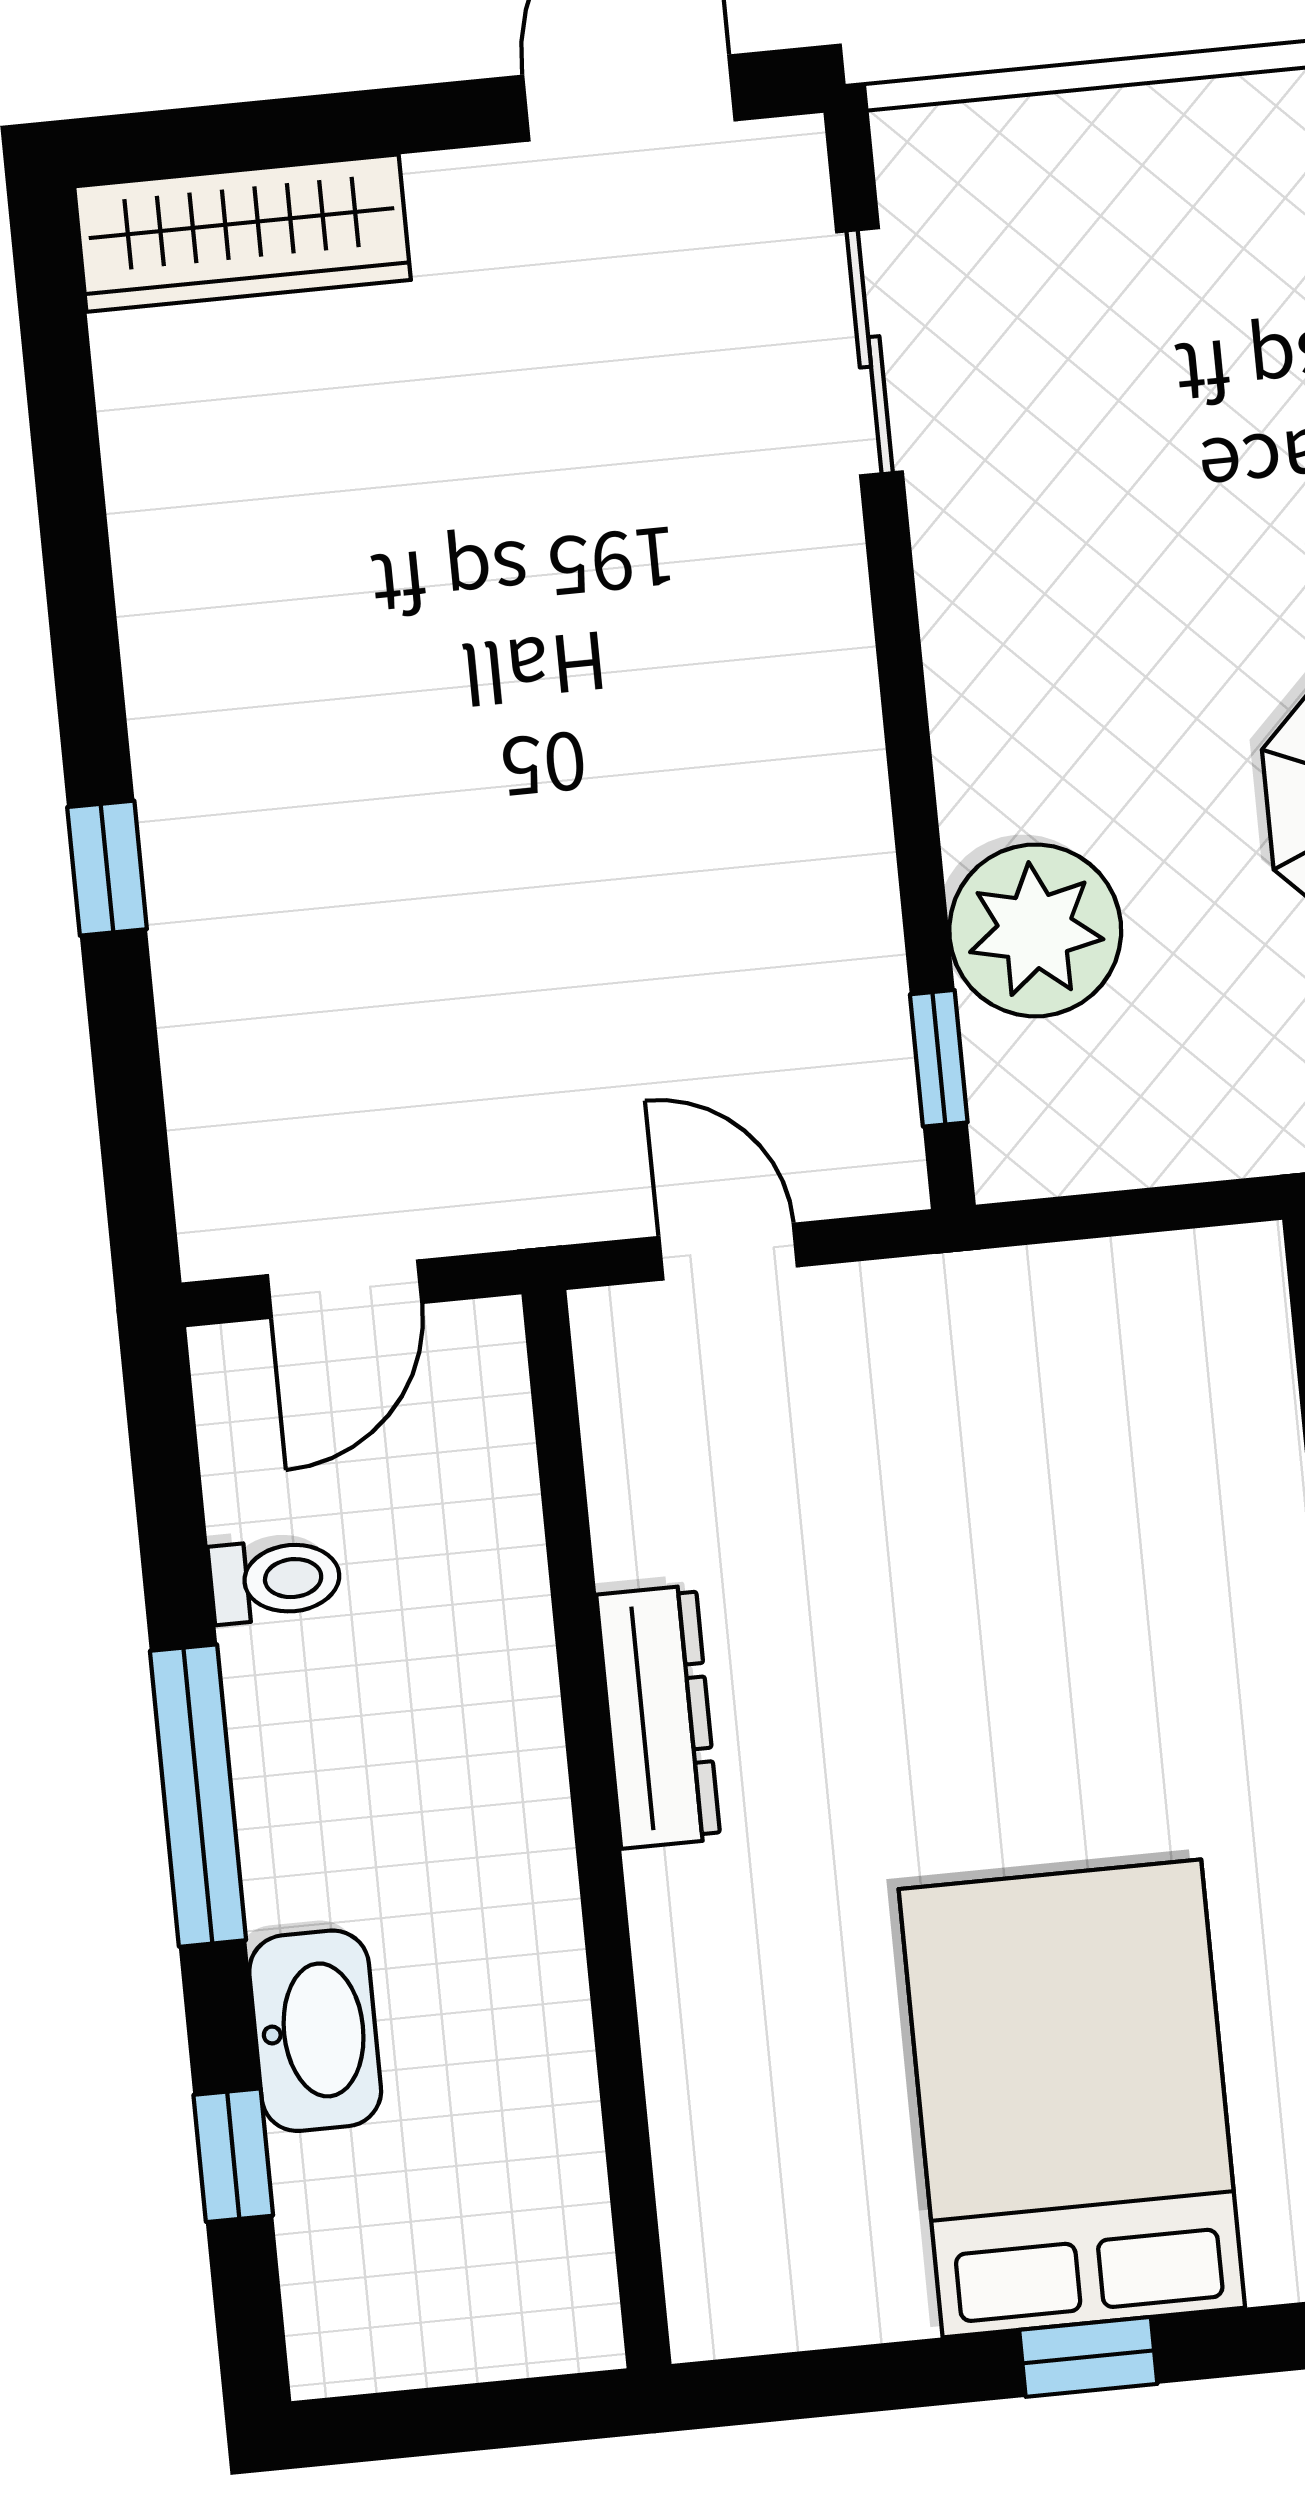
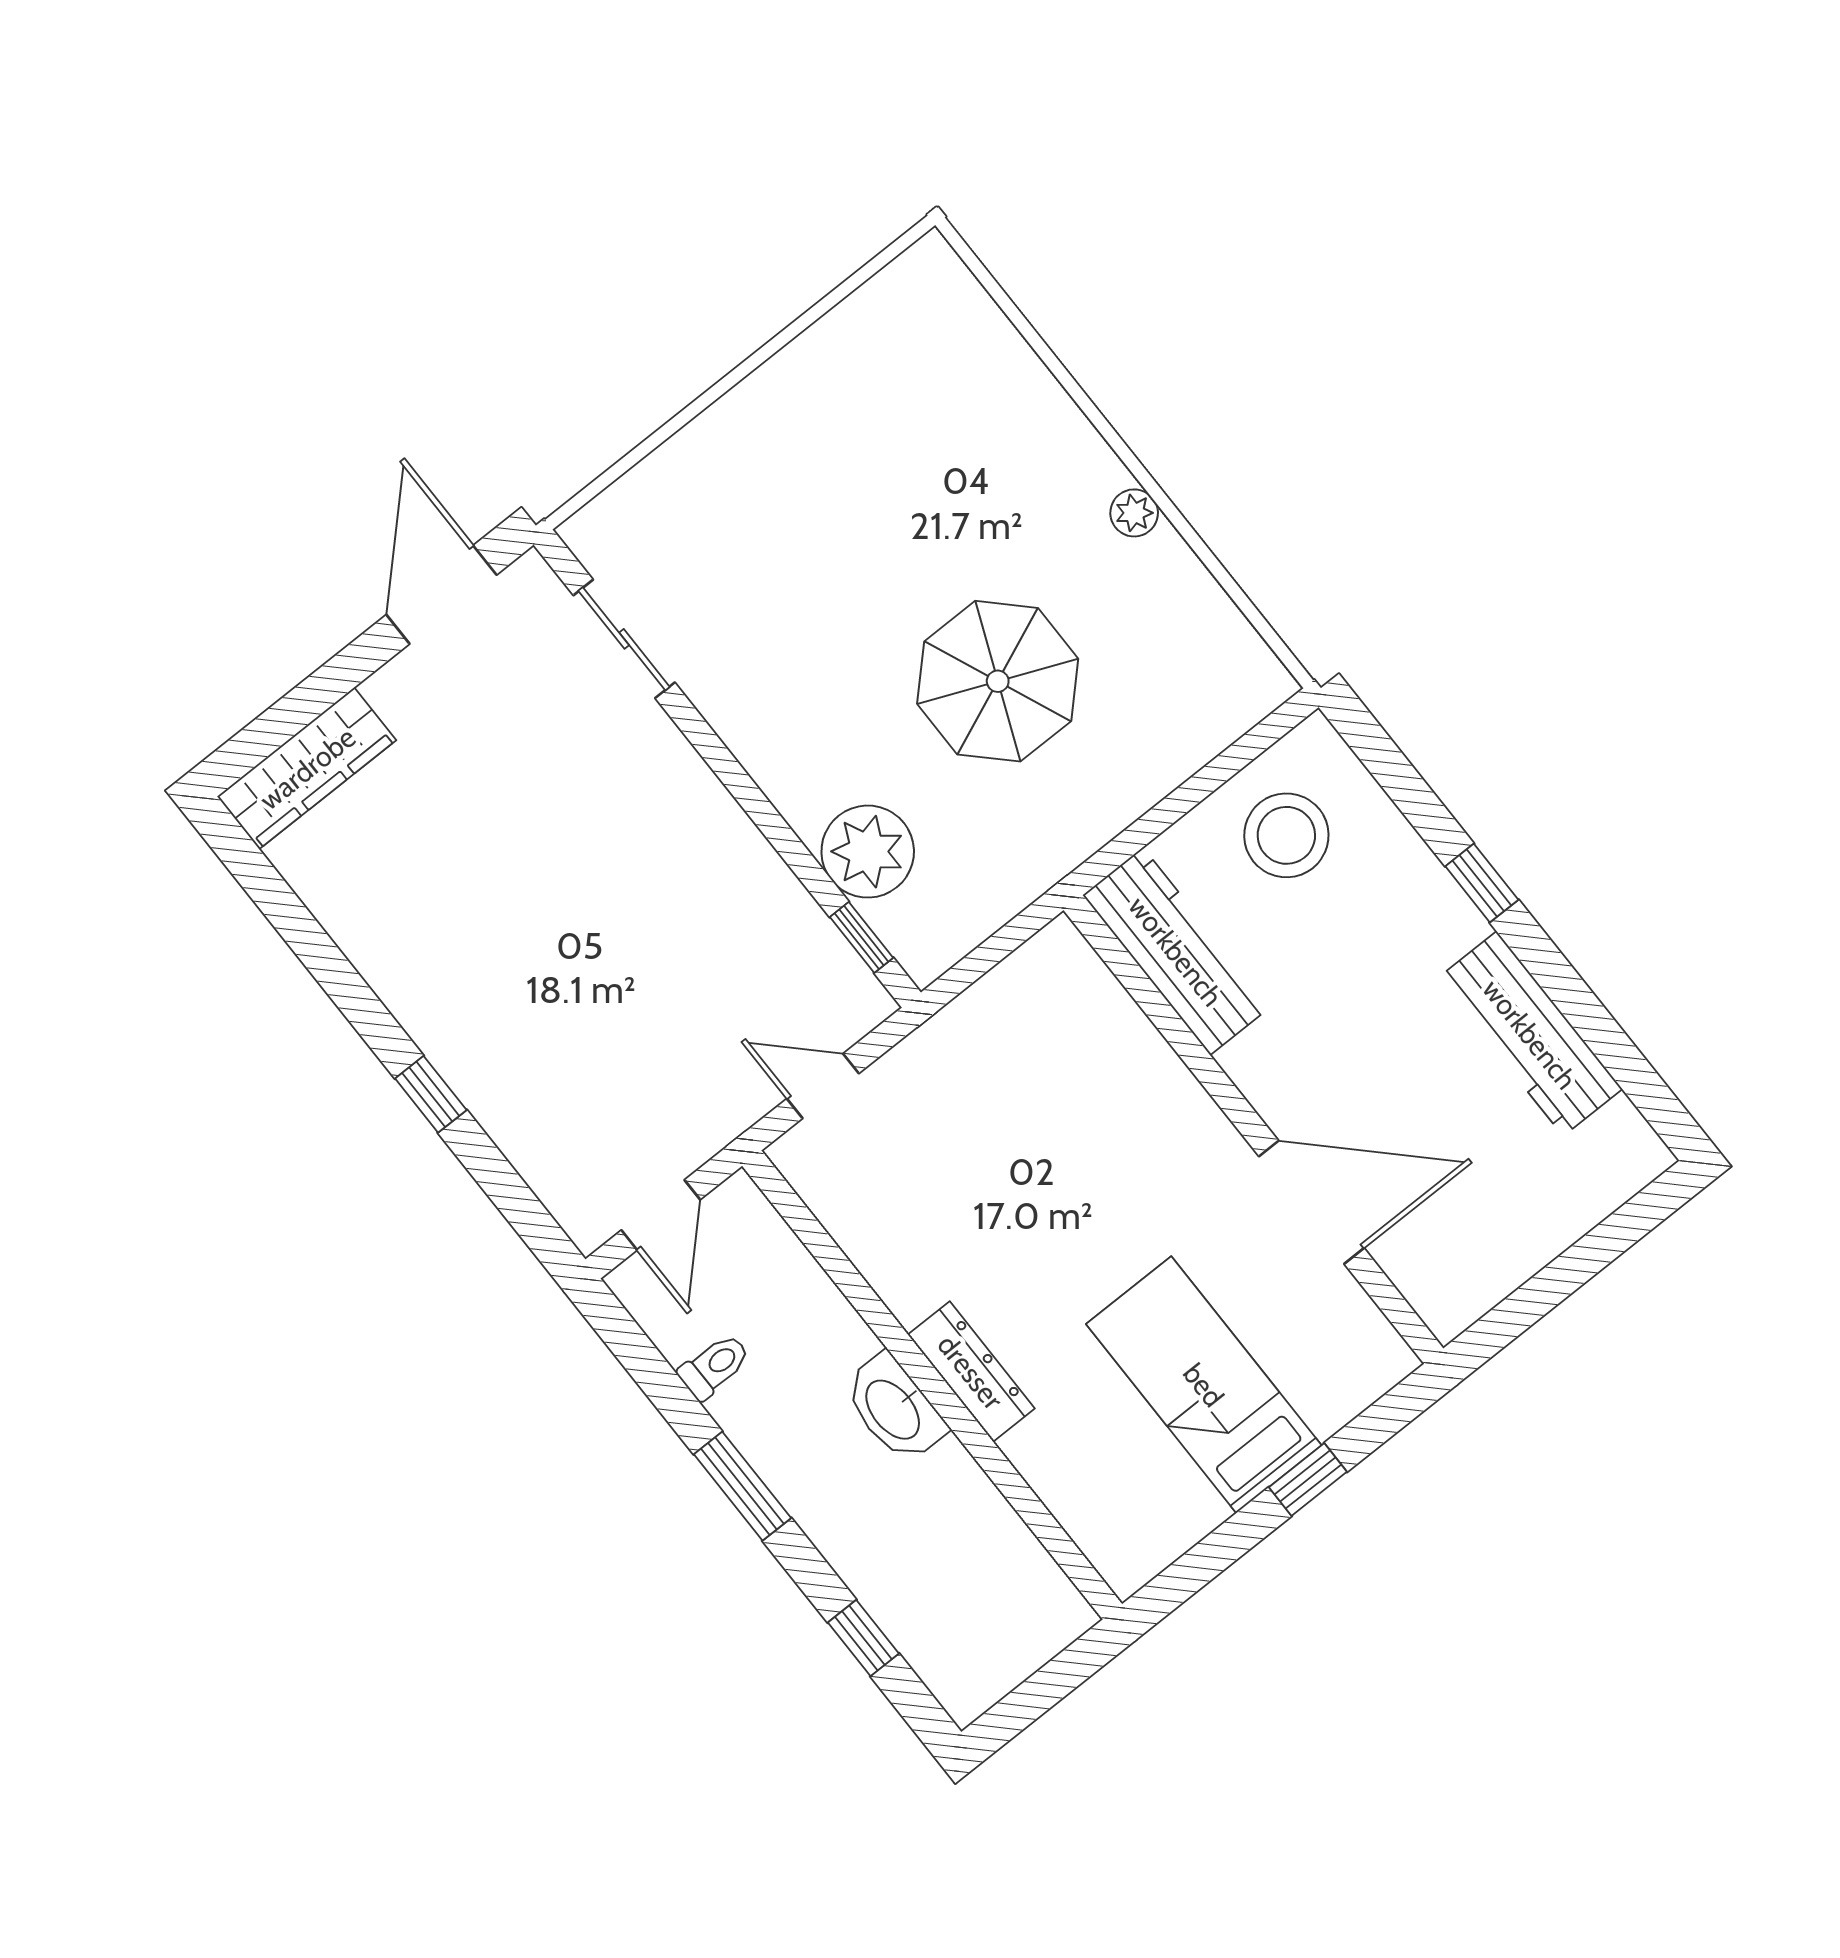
dresser: (658, 1717) -> (971, 1372), moved
window: (198, 1796) -> (742, 1486), width x0.69
washbasin: (315, 2031) -> (894, 1408), moved, turned 180
bed: (1072, 2098) -> (1204, 1385), width x0.67

